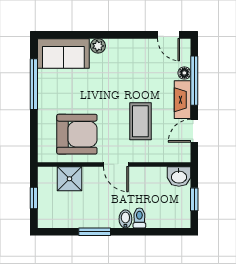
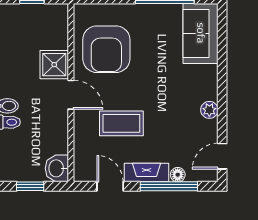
plant: (98, 46) -> (209, 110), moved
door: (116, 164) -> (71, 95), swing flipped
shower: (69, 179) -> (54, 65), moved

